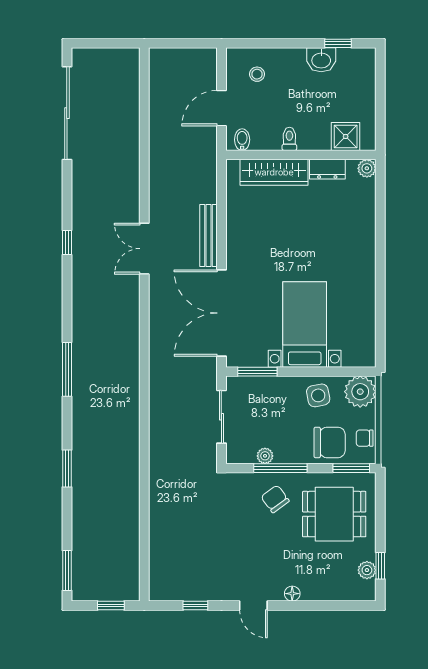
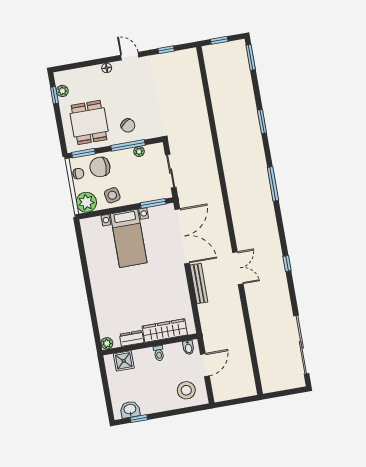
washbasin: (321, 60) -> (130, 409), moved
stool: (257, 74) -> (186, 390), width x1.89, depth x1.89
dining table: (334, 514) -> (89, 122), turned 90

